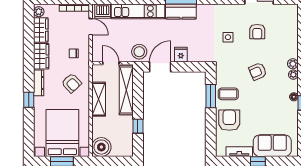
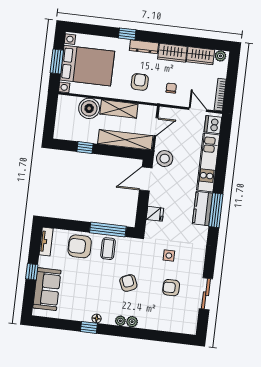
door: (91, 27) -> (198, 110), swing flipped
fridge: (181, 55) -> (155, 214), moved
door: (160, 67) -> (146, 179), swing flipped
armchair: (72, 83) -> (140, 82), turned 133
window: (211, 96) -> (108, 229), width x1.44
armchair: (229, 120) -> (80, 246), turned 180
boiler: (101, 147) -> (89, 108), moved
tv unit: (239, 152) -> (46, 242), moved

